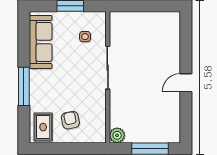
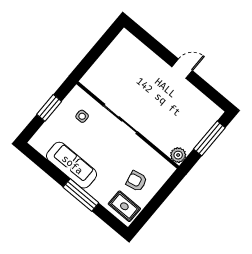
sofa: (41, 42) -> (72, 165), moved
door: (186, 83) -> (182, 69), swing flipped

